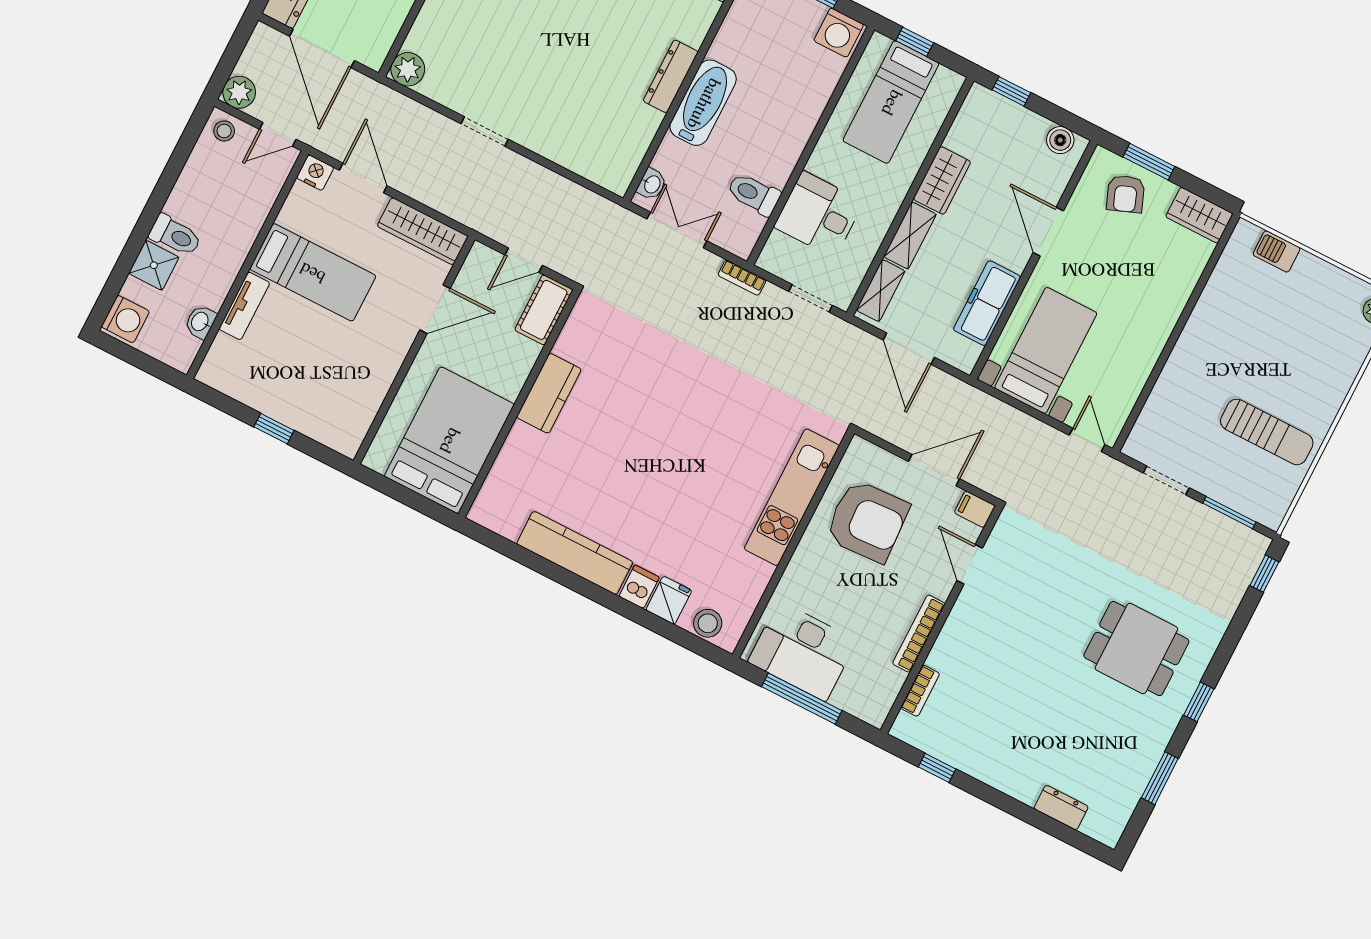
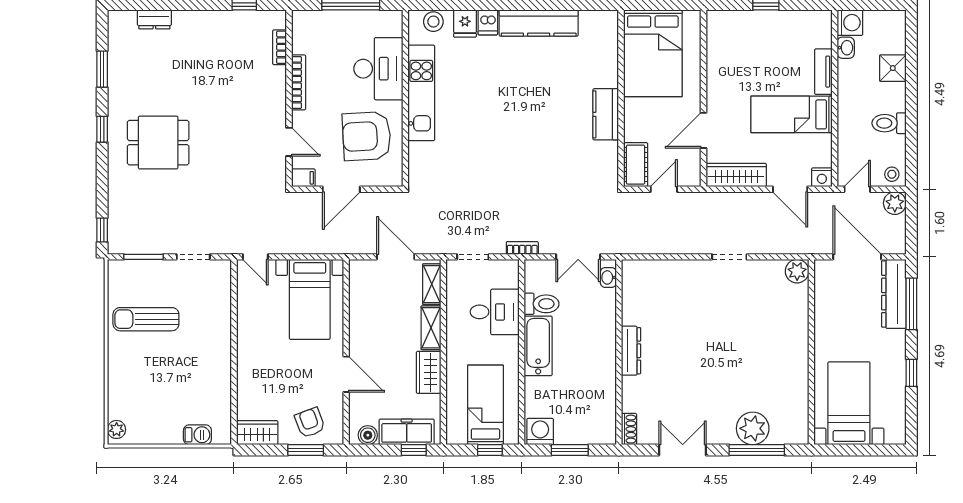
bathtub: (703, 103) -> (538, 346), moved, turned 180
toilet: (175, 235) -> (889, 123), moved
freezer: (987, 303) -> (407, 432), moved, turned -90
washing machine: (125, 319) -> (850, 23), moved, turned 180
kitchen unit: (792, 497) -> (421, 93), moved
desk: (802, 651) -> (378, 69), moved, turned 90

